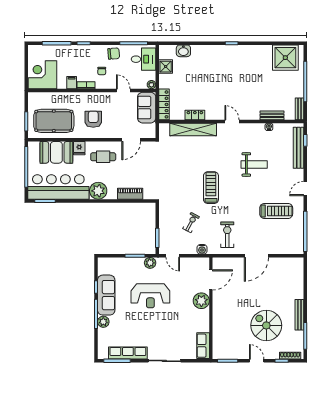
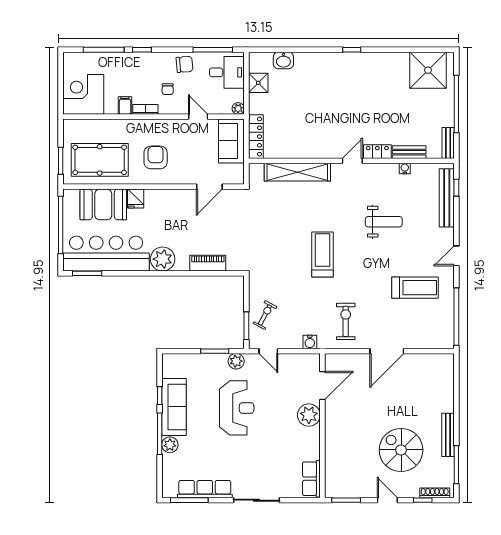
locker: (195, 115) -> (377, 152), moved
door: (232, 122) -> (352, 161), hinge flipped
cafe table: (103, 157) -> (170, 211), removed
exercise bike: (191, 223) -> (265, 315), moved
reception desk: (150, 296) -> (237, 408), turned -90

